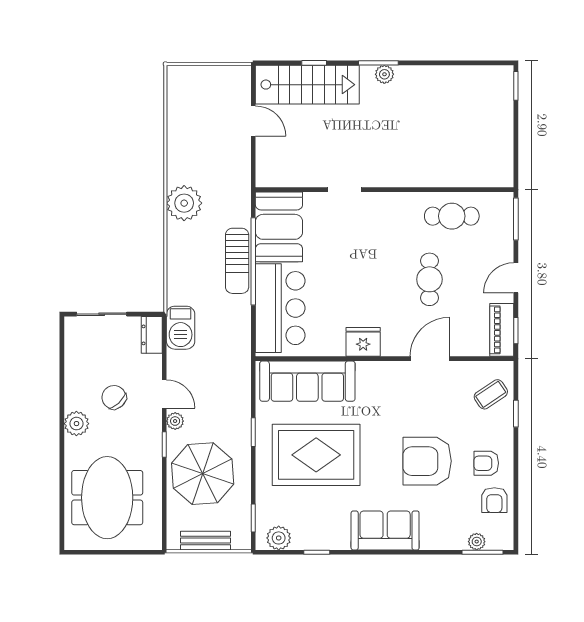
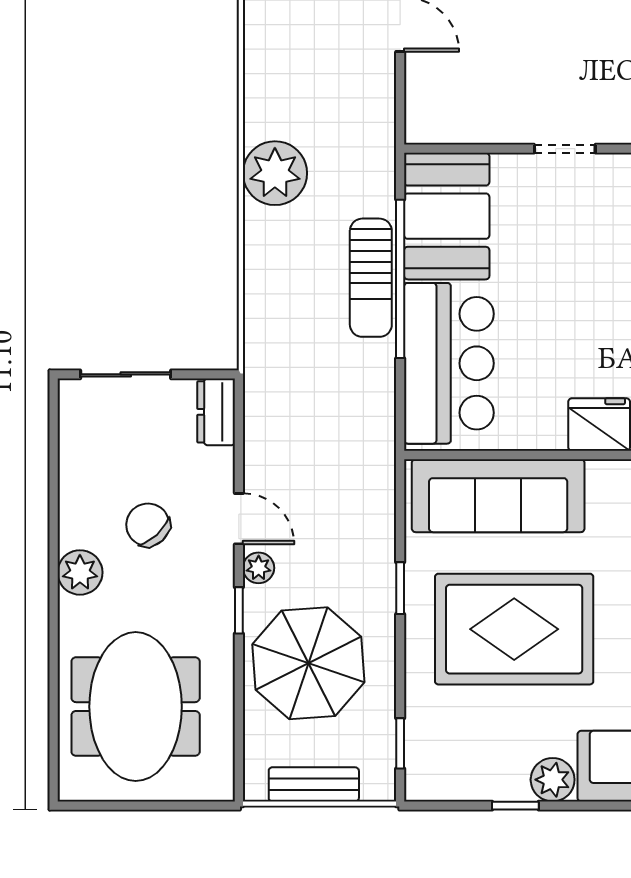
barbecue: (181, 328) -> (269, 399), removed
plant: (279, 538) -> (553, 780), moved

